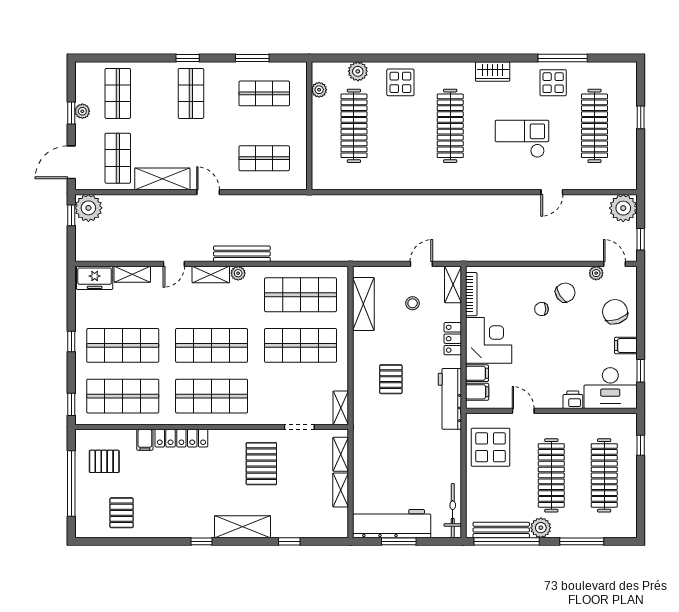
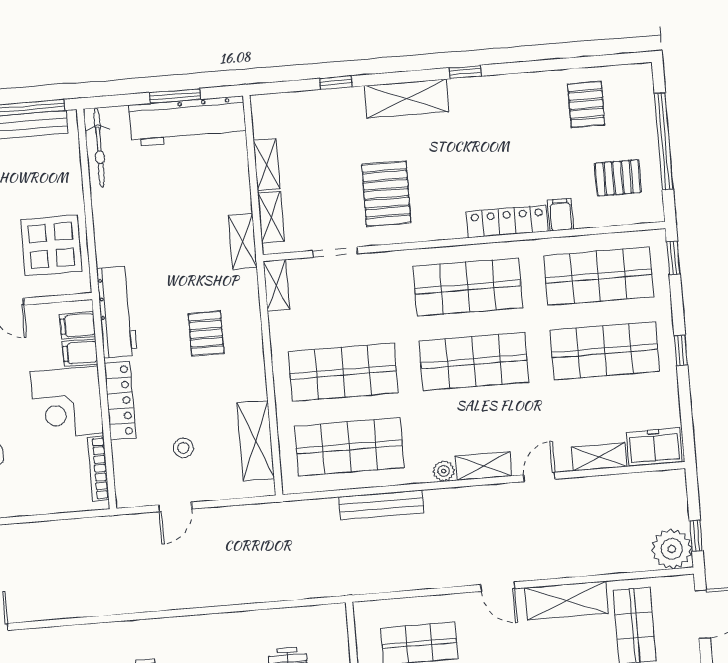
bench: (242, 254) -> (381, 505), moved
shelving: (453, 284) -> (243, 242), moved
locker: (453, 339) -> (120, 401), width x1.53

